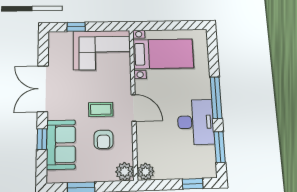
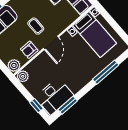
window: (216, 98) -> (106, 72), moved
desk: (196, 122) -> (54, 96), moved
armchair: (103, 140) -> (29, 50), moved

